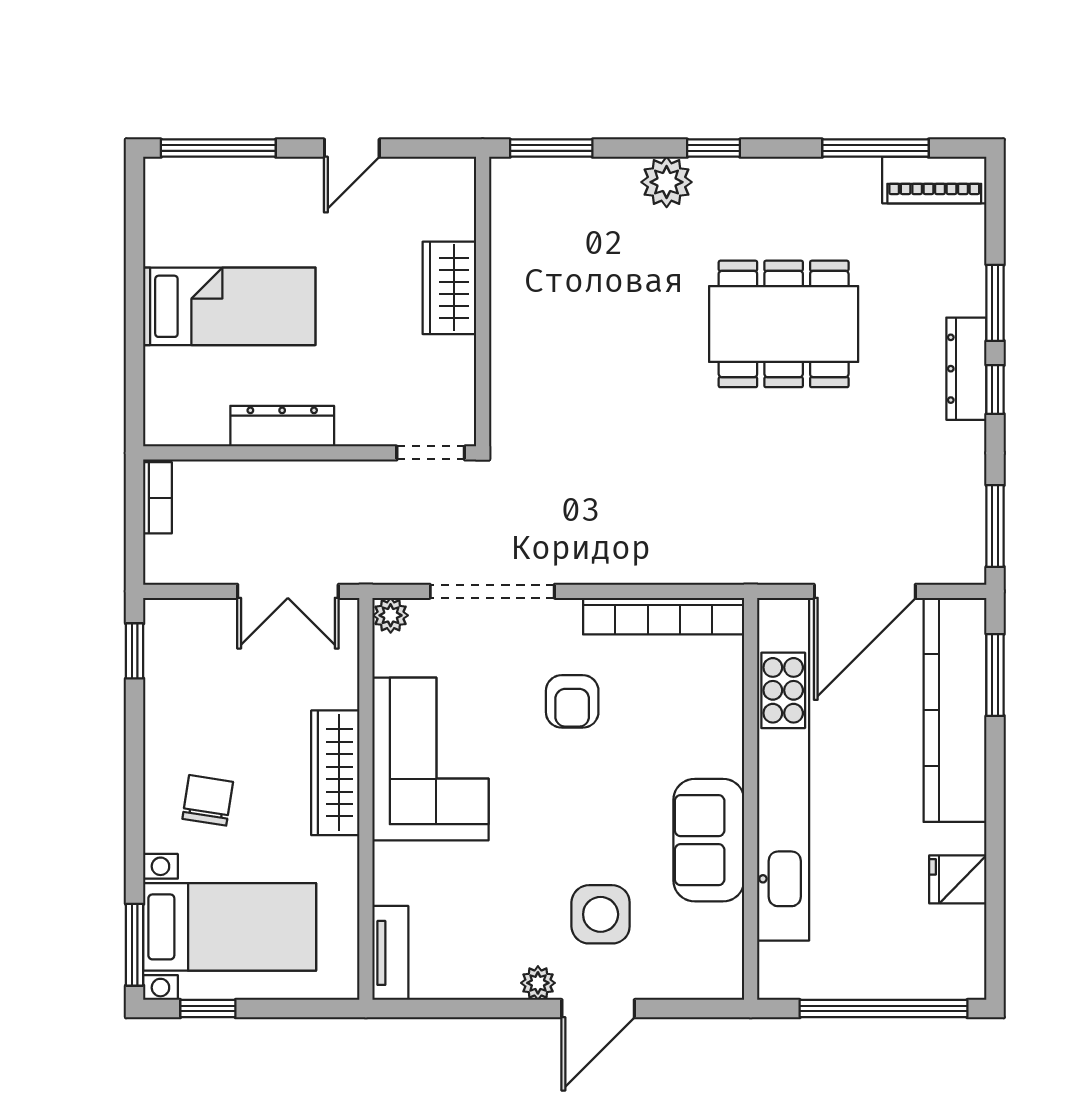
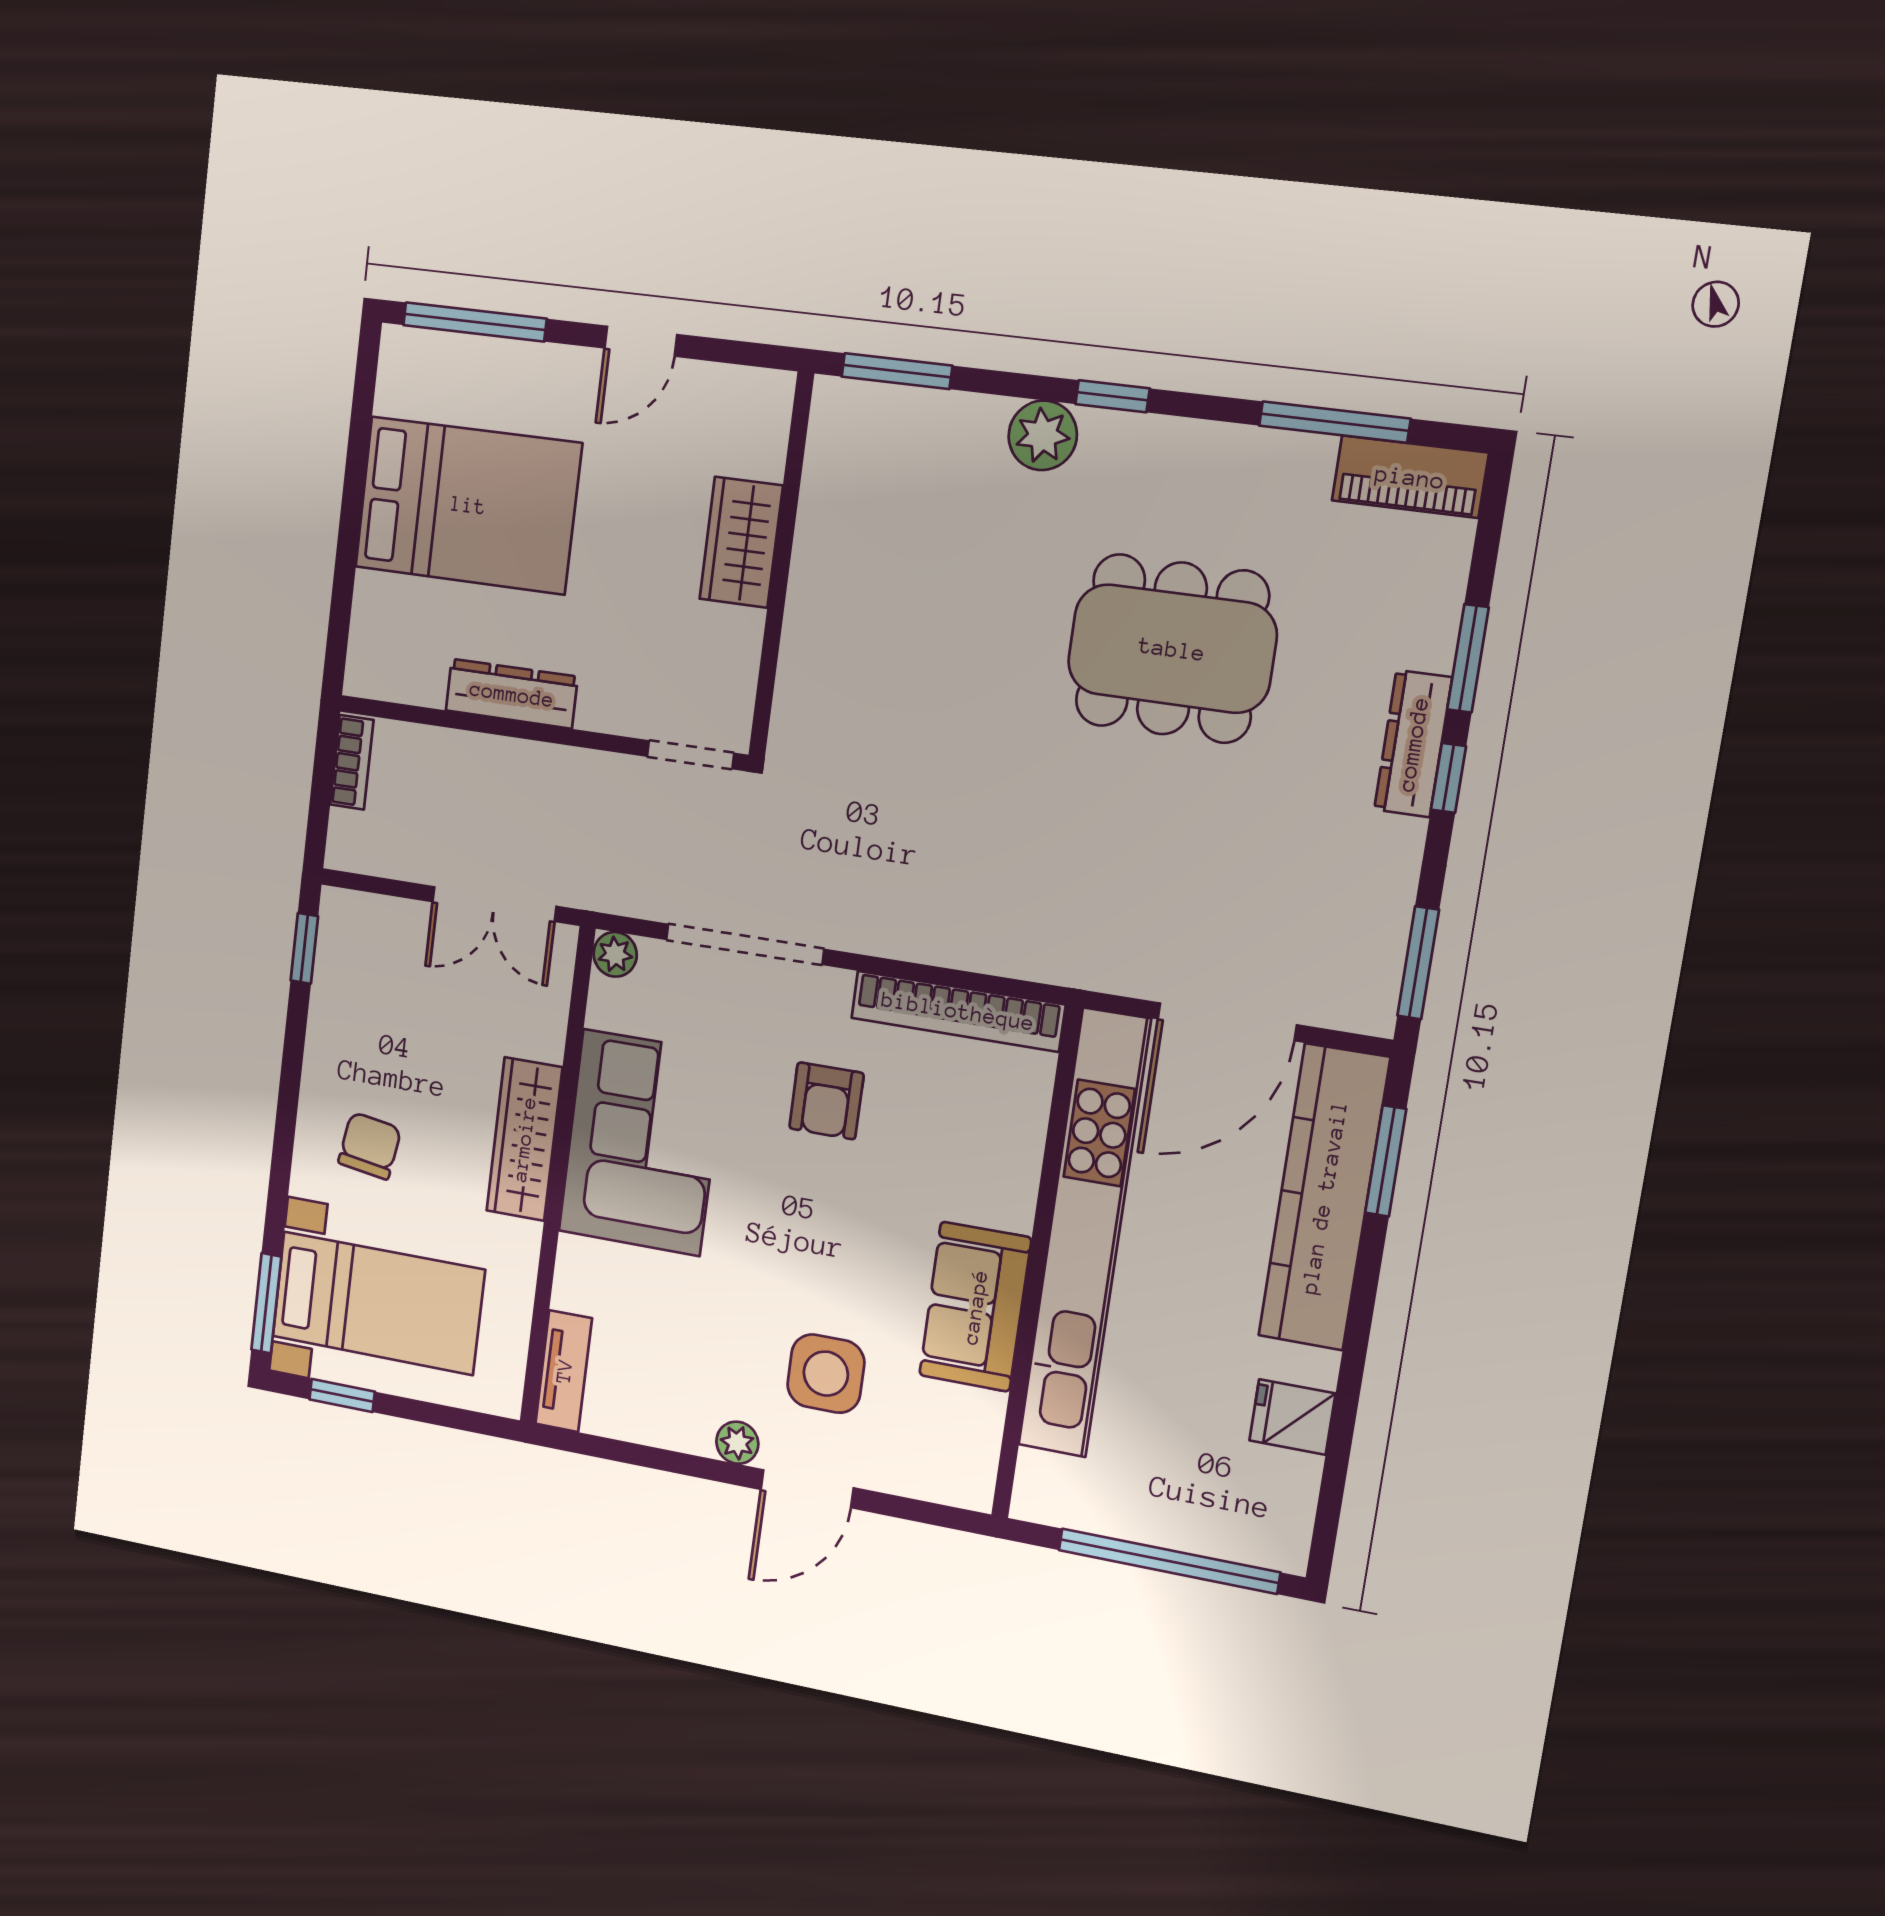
bed: (229, 306) -> (468, 505), width x1.50

